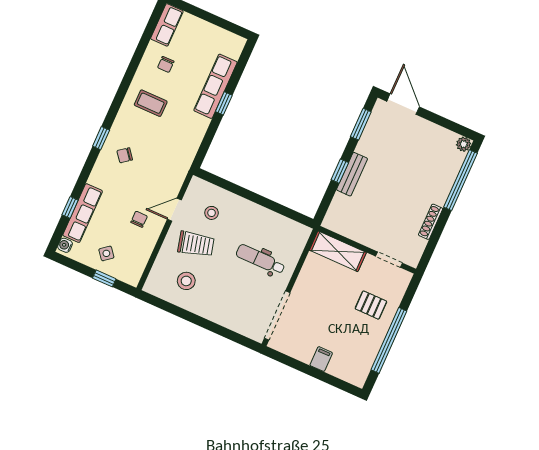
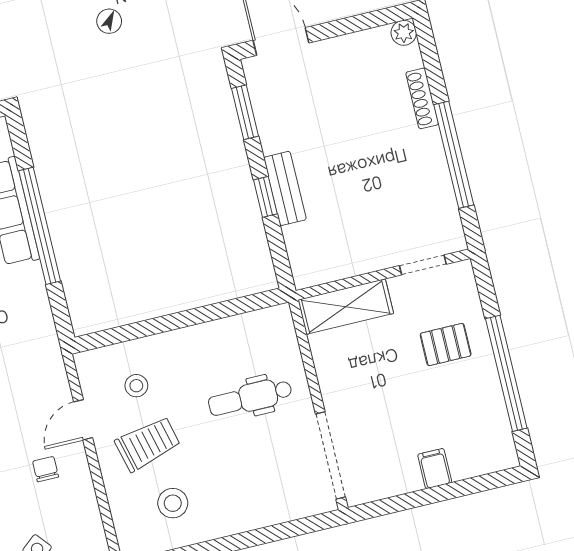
window: (224, 103) -> (40, 226), width x3.17
window: (461, 180) -> (454, 155), moved
shoe rack: (431, 222) -> (422, 98), moved

